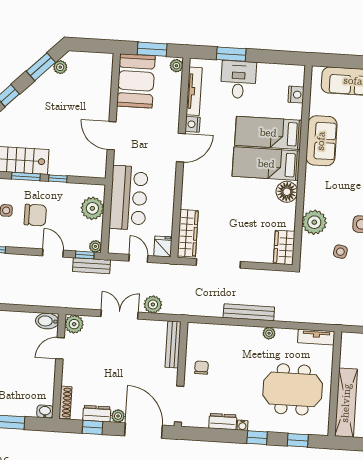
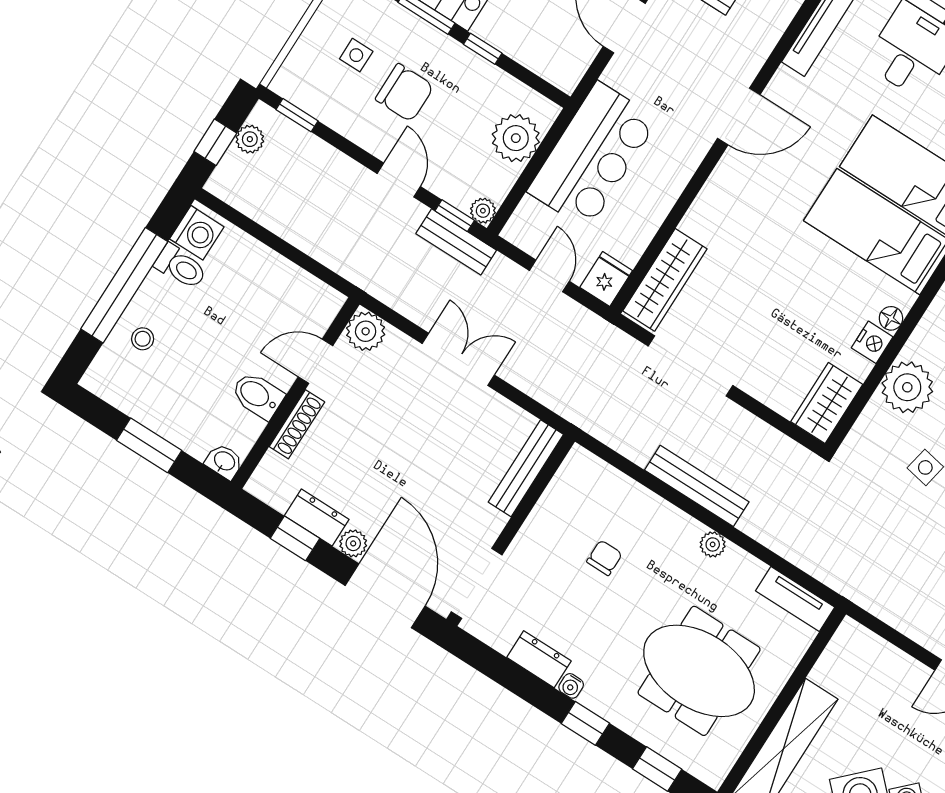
nightstand: (193, 124) -> (872, 342), moved, turned 180
floor lamp: (287, 192) -> (891, 318), width x0.53, depth x0.53
plant: (153, 304) -> (529, 375), removed
bidet: (47, 321) -> (257, 395), moved
chair: (201, 368) -> (604, 558), moved
shoe rack: (65, 402) -> (297, 424), moved

